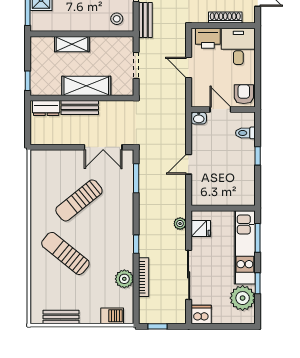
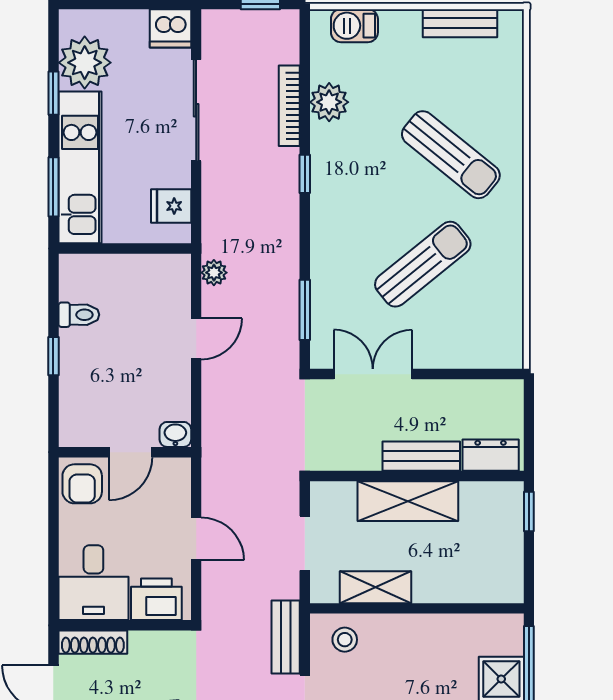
shoe rack: (225, 18) -> (93, 642), moved
shelving: (72, 44) -> (375, 587), moved
door: (220, 109) -> (130, 452), hinge flipped
toilet: (245, 133) -> (79, 315), moved
plant: (180, 224) -> (214, 273), moved

